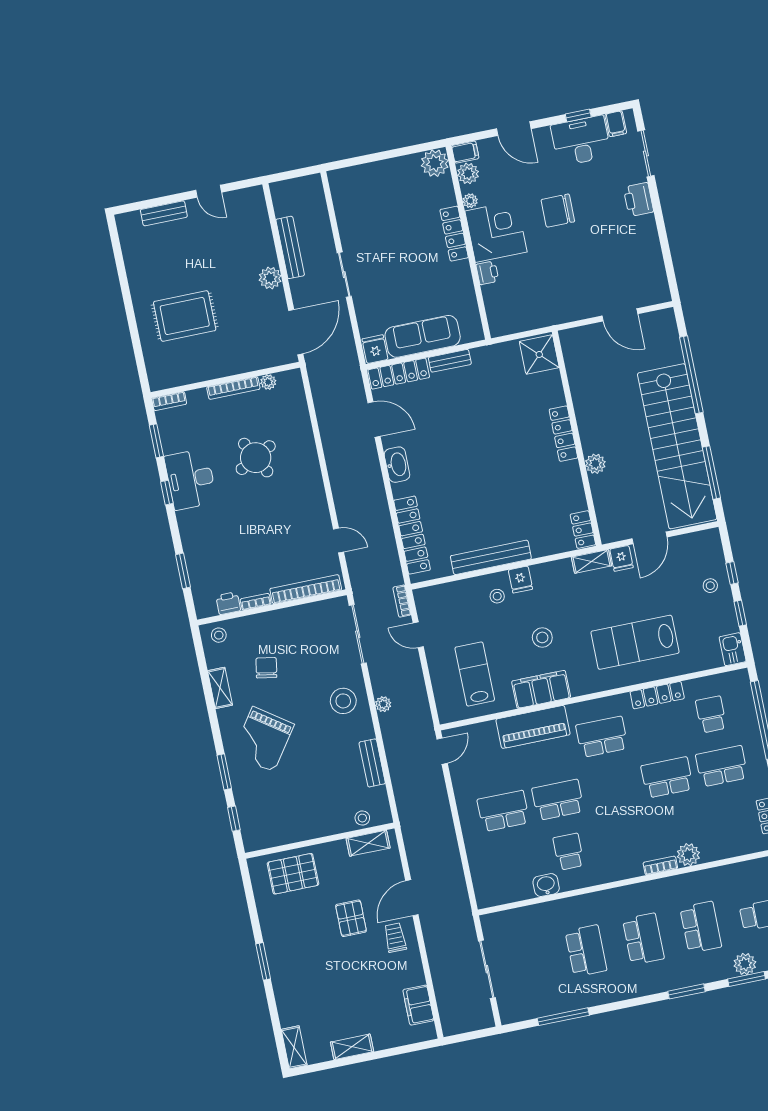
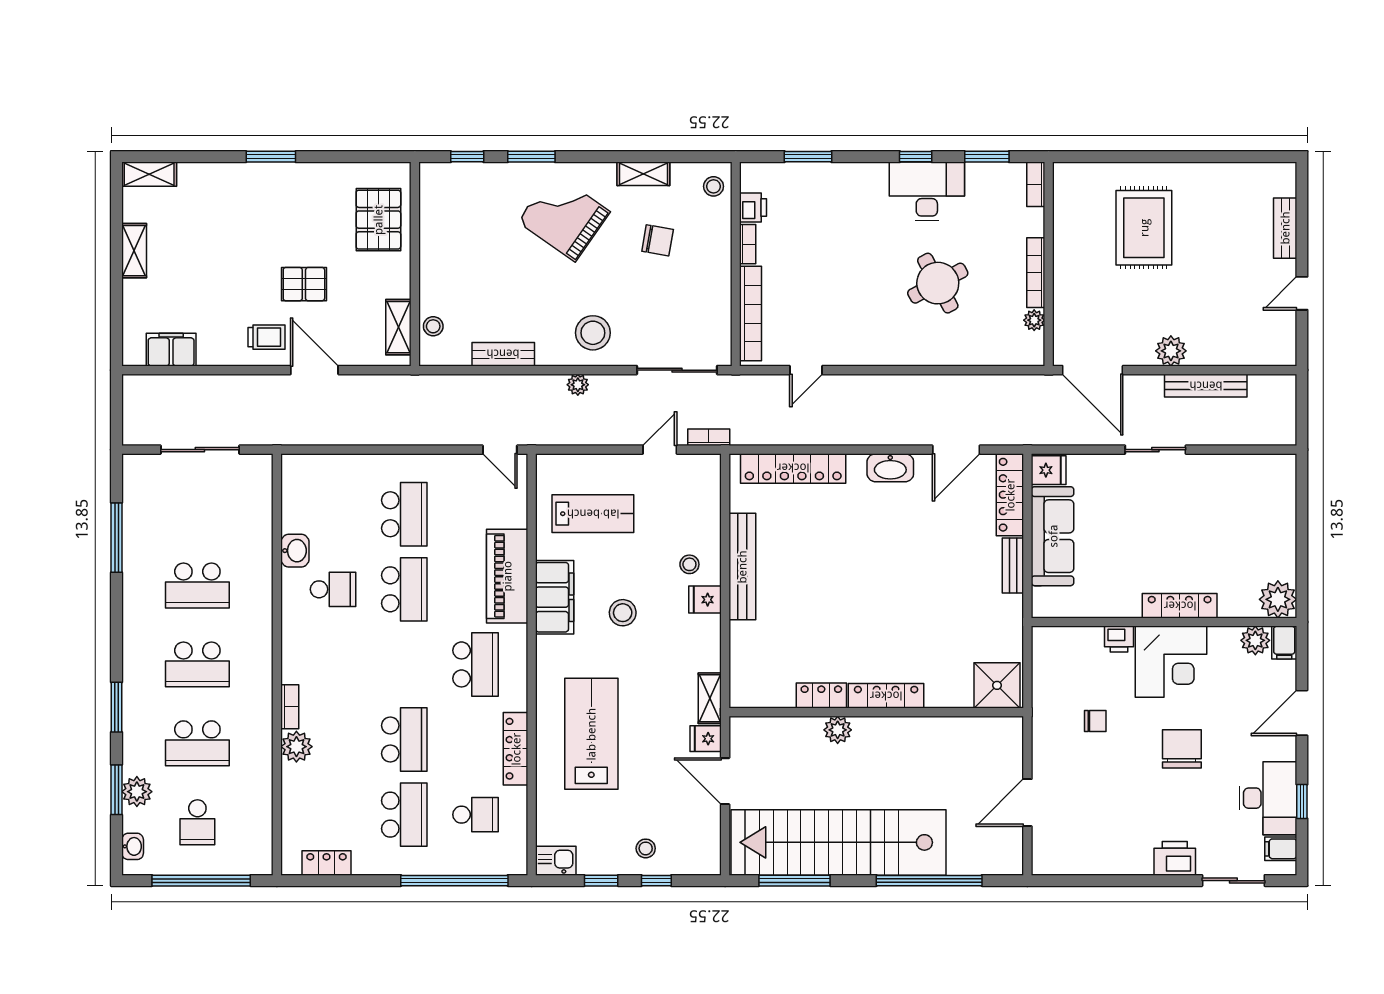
plant: (470, 201) -> (1219, 636), removed
chair: (551, 278) -> (1095, 721), added
locker: (583, 530) -> (821, 696), moved

